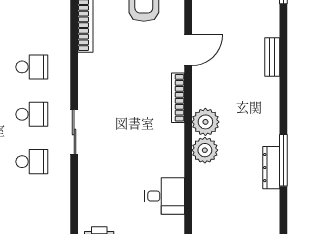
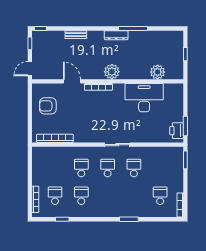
plant: (205, 150) -> (158, 72), moved
dresser: (271, 168) -> (116, 35), moved
desk: (164, 196) -> (144, 98), width x1.87, depth x1.30

